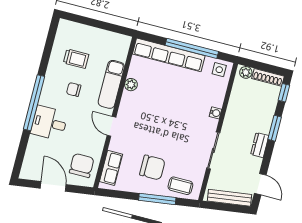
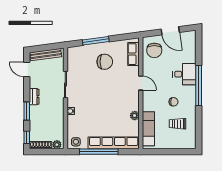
exam couch: (111, 84) -> (148, 129), moved
chair: (152, 167) -> (105, 62), turned 180
coffee table: (180, 186) -> (82, 54), removed

